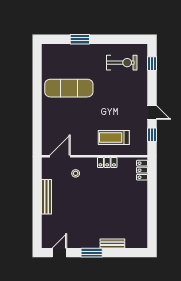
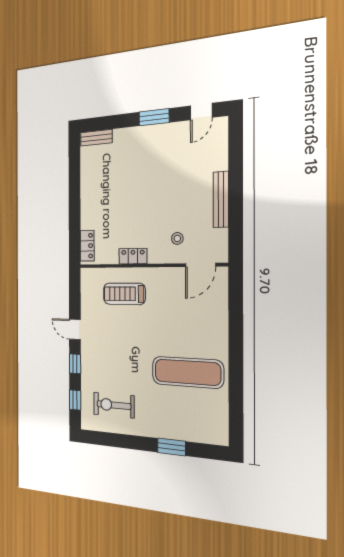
window: (152, 135) -> (75, 364), moved
treadmill: (114, 138) -> (124, 294), turned 180
bench: (112, 243) -> (96, 138), moved

